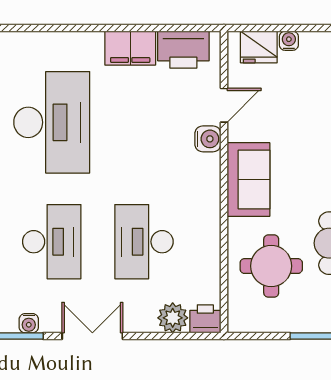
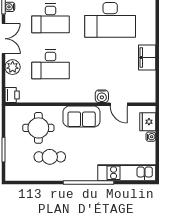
printer: (183, 50) -> (146, 84), removed
desk: (144, 242) -> (51, 64), turned 180
plant: (173, 318) -> (13, 67), moved

